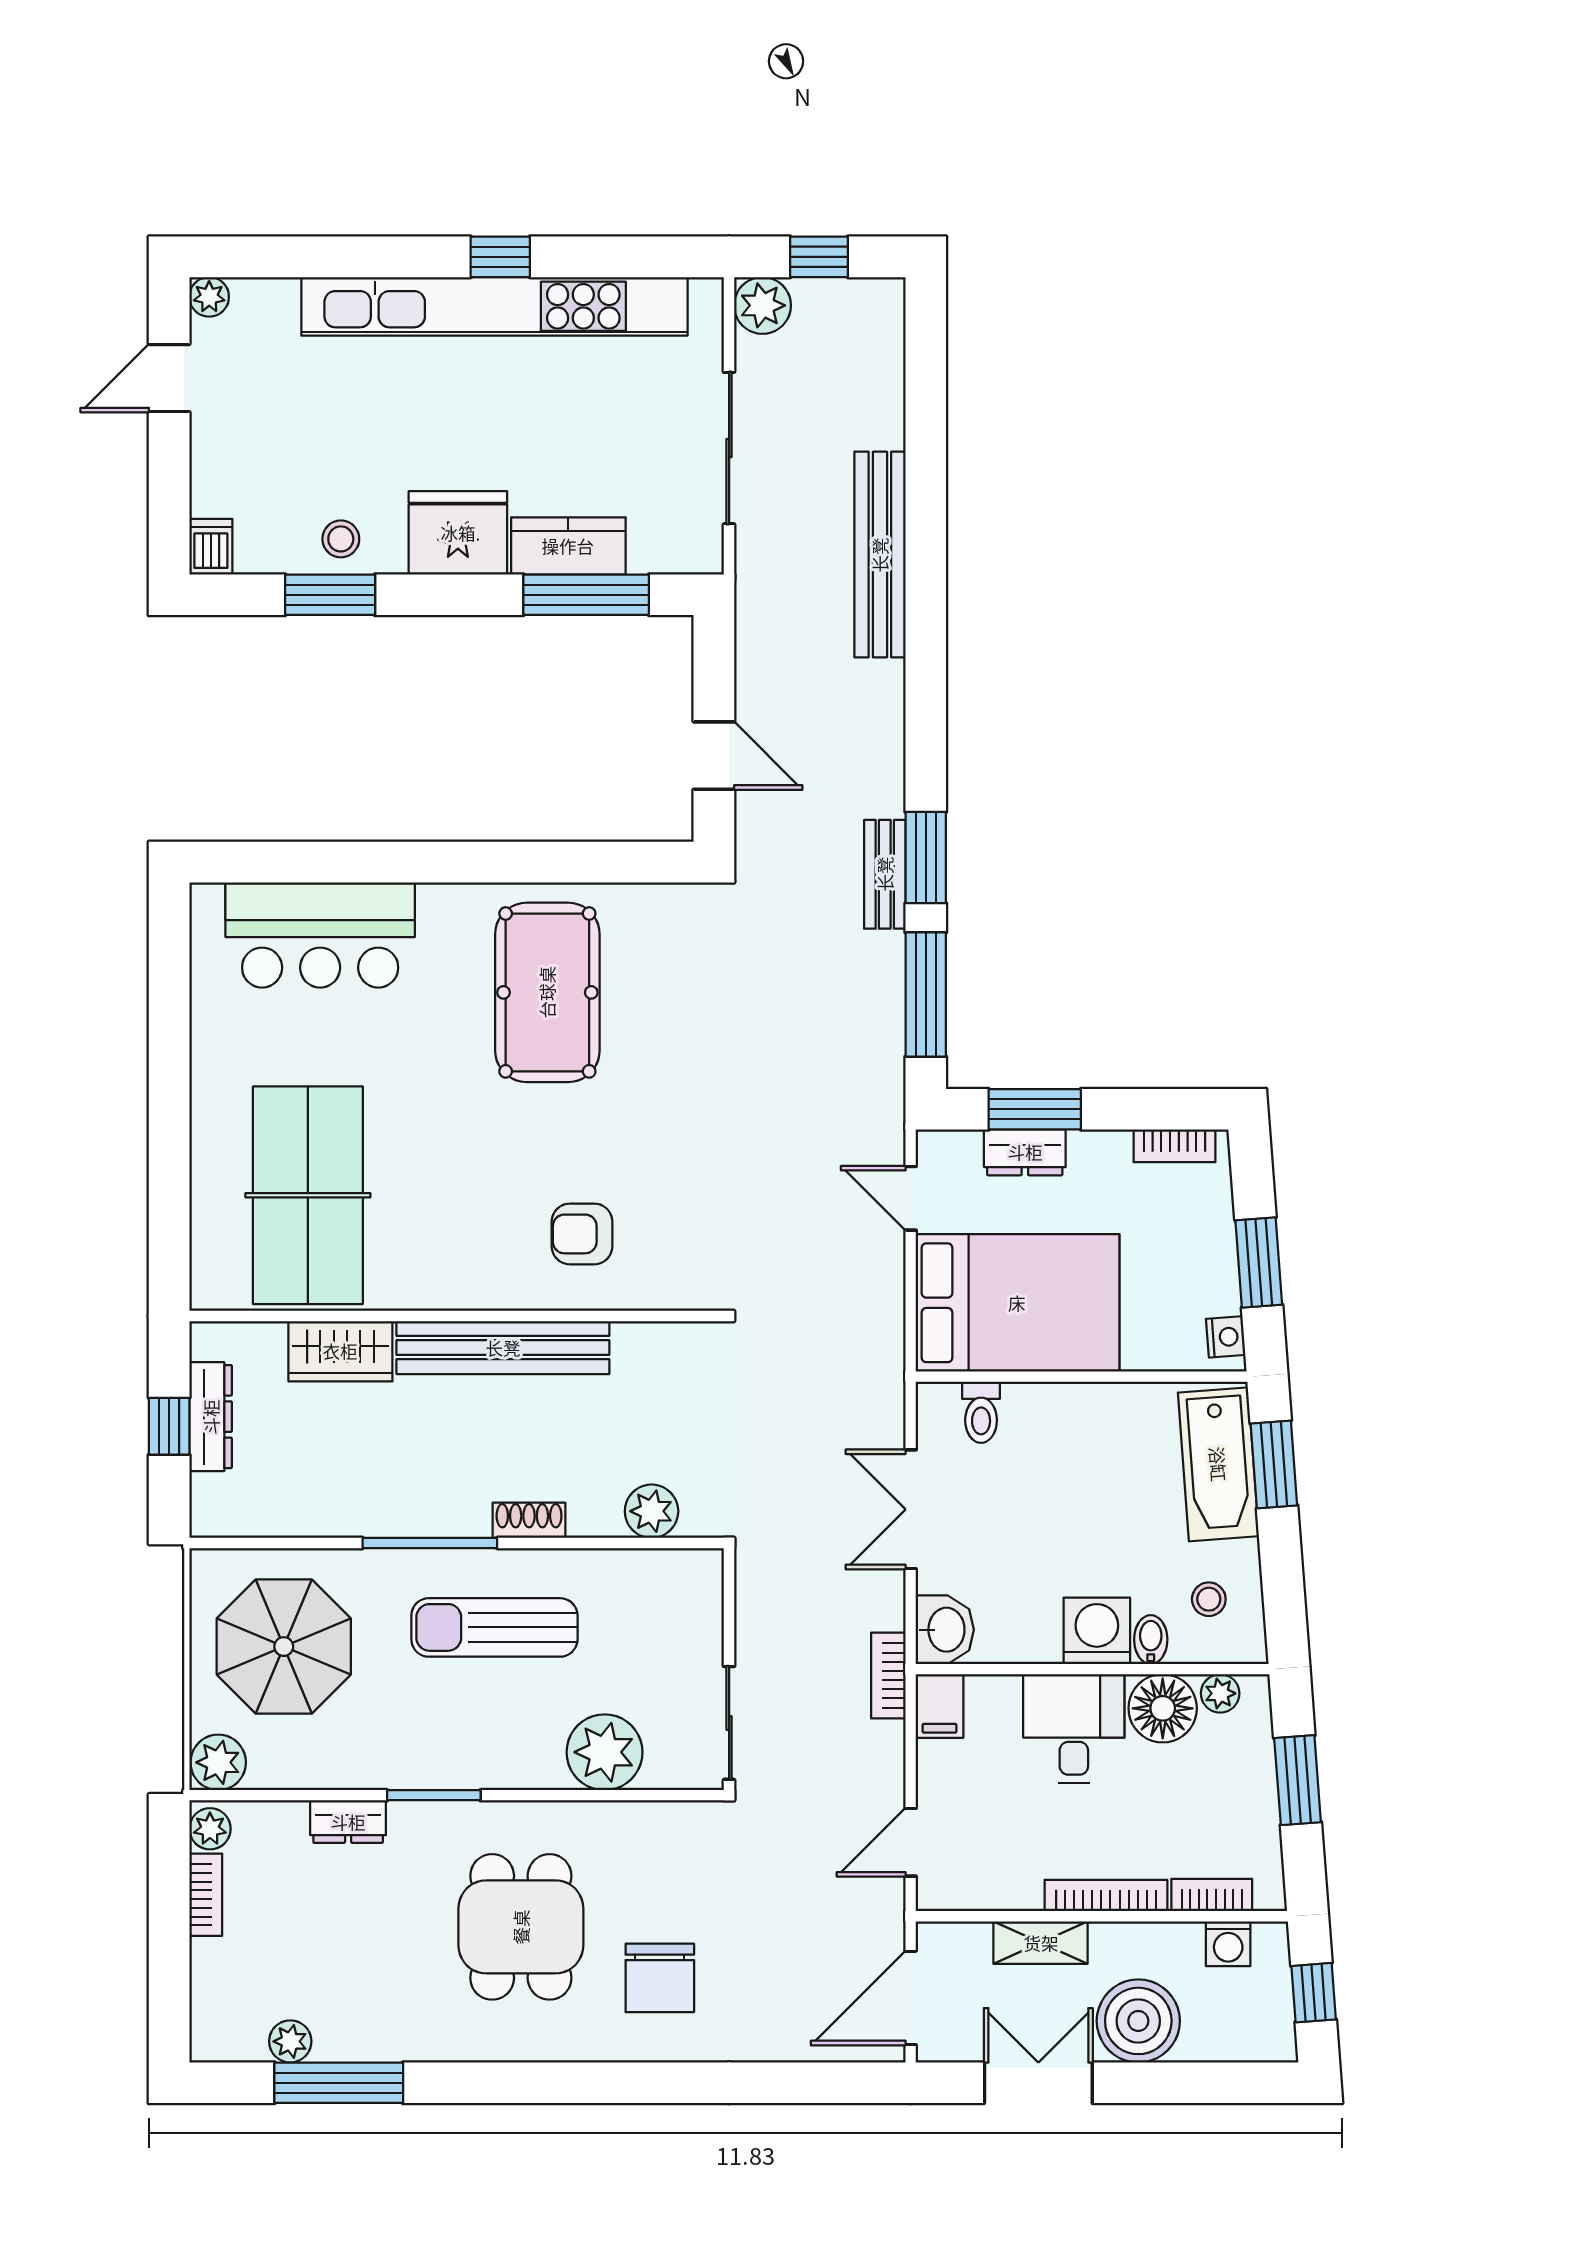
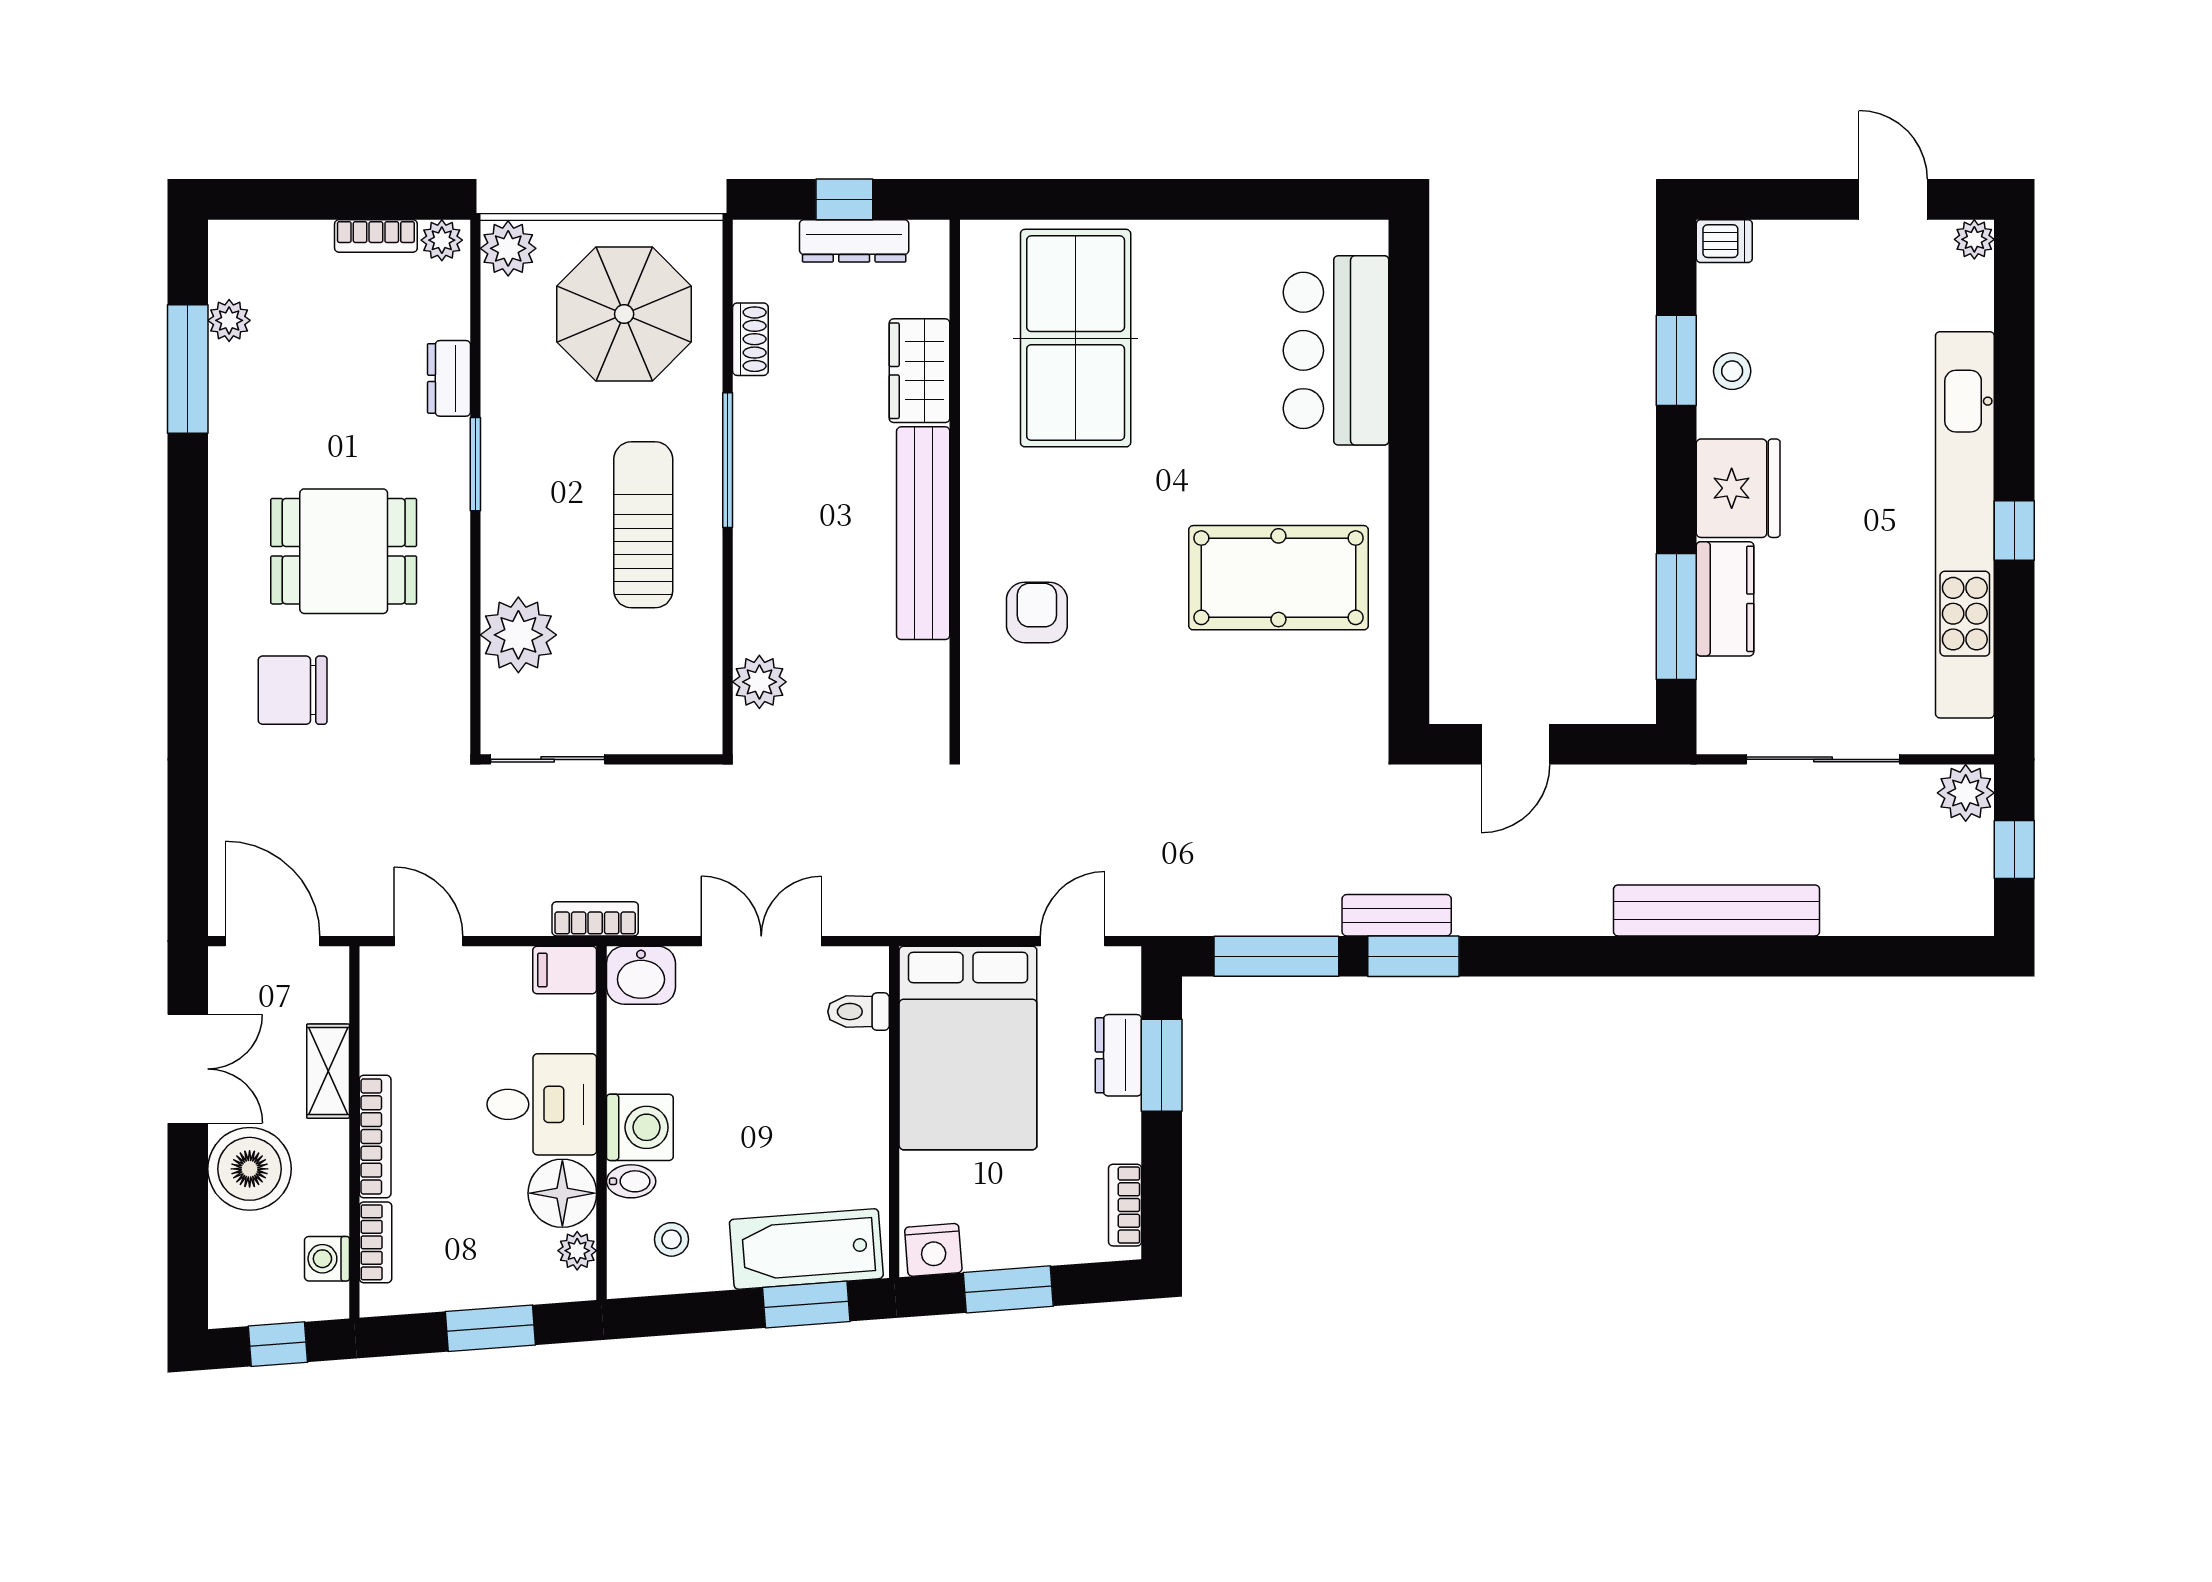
table tennis table: (308, 1195) -> (1076, 338), turned 90
nightstand: (1226, 1337) -> (933, 1250), width x1.39, depth x1.35
shoe rack: (529, 1520) -> (750, 339), moved

